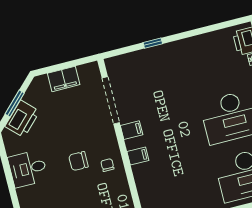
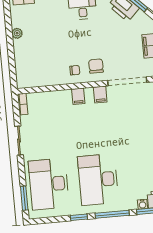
chair: (78, 161) -> (96, 66), moved

